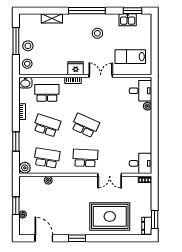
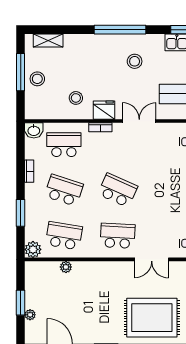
shelving: (52, 18) -> (48, 40), moved
stool: (27, 64) -> (76, 98), moved

